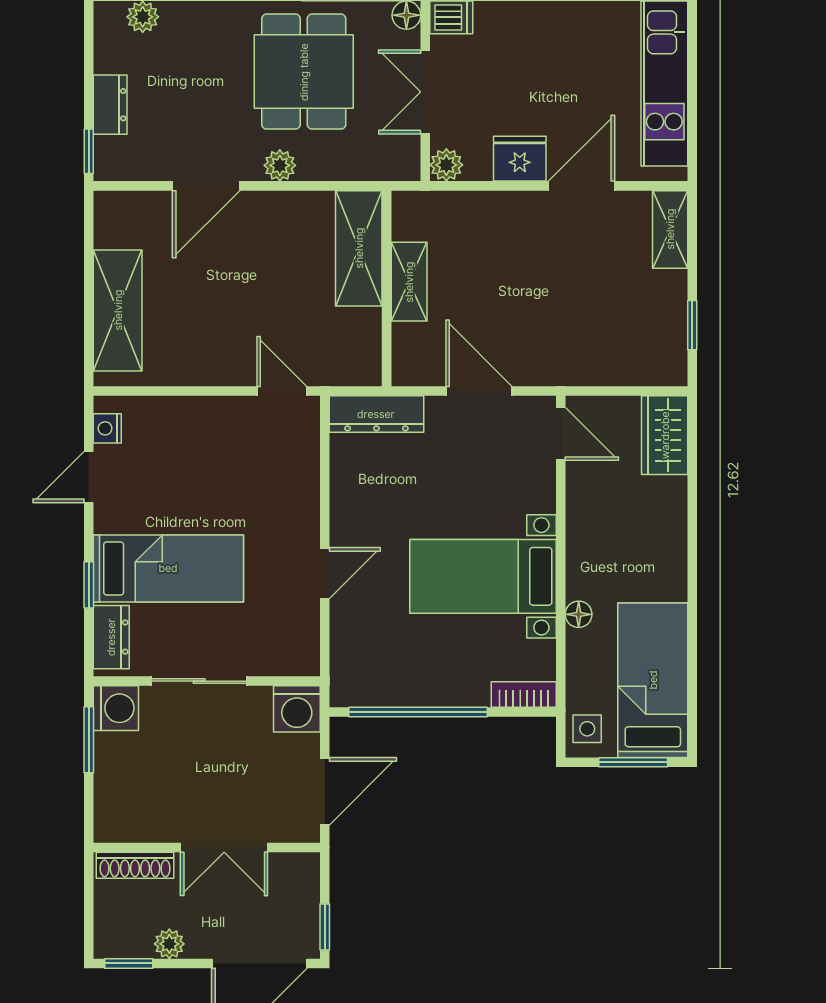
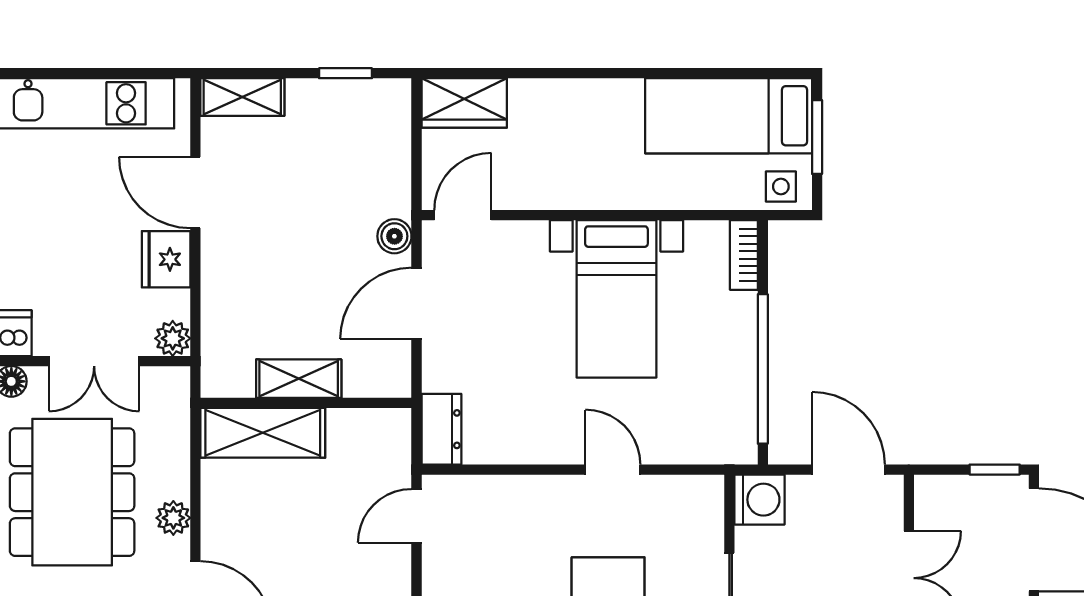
dining table: (304, 72) -> (72, 492), width x1.38
boiler: (541, 370) -> (394, 236), added
dresser: (376, 414) -> (441, 429), width x0.70
floor lamp: (579, 614) -> (657, 196), removed

